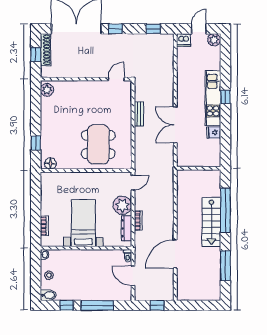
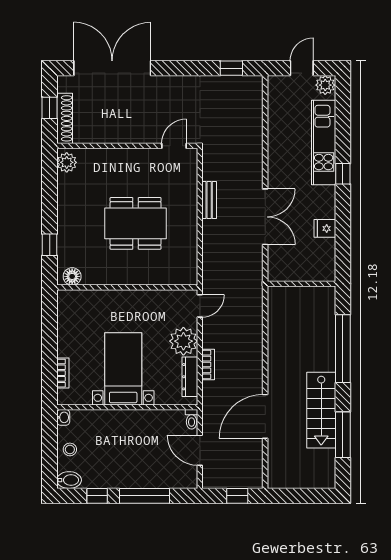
window: (115, 29) -> (173, 68), removed
dishwasher: (183, 40) -> (278, 85), removed
shoe rack: (45, 50) -> (65, 118), moved
kitchen unit: (213, 98) -> (324, 142), moved
double door: (175, 125) -> (265, 217), swing flipped
dining table: (98, 144) -> (136, 223), moved, turned 90
stairs: (211, 222) -> (321, 410), moved

